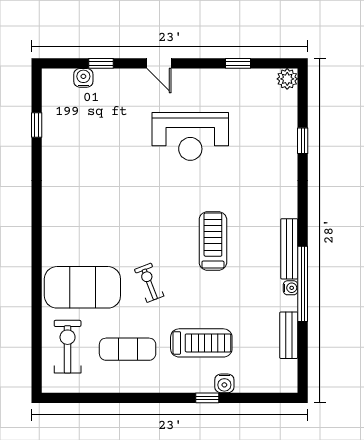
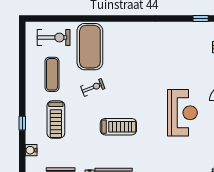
window: (37, 125) -> (201, 19), moved
reception desk: (190, 136) -> (182, 113), turned 180
water cooler: (224, 383) -> (31, 150), moved

